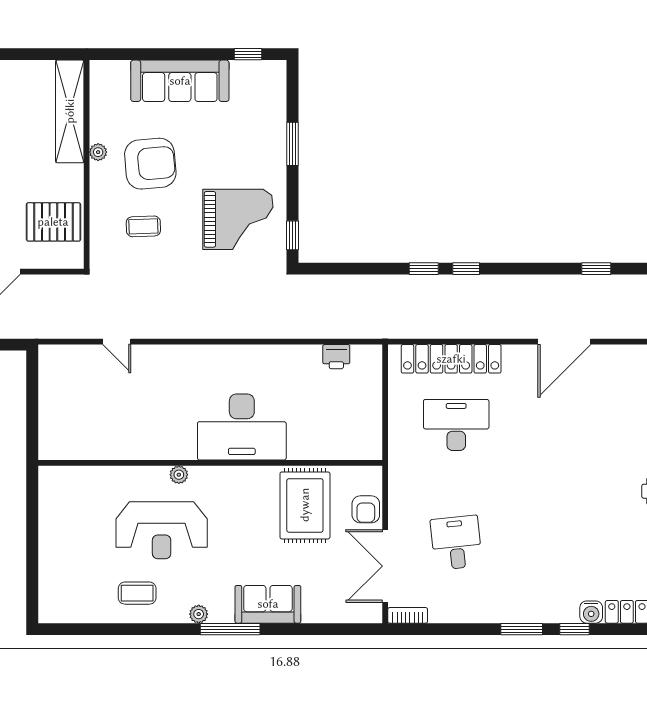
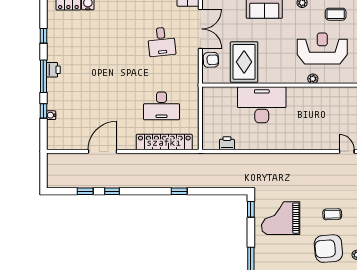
window: (466, 269) -> (112, 191), moved
desk: (242, 427) -> (262, 105), moved
armchair: (366, 509) -> (211, 60), turned 87

